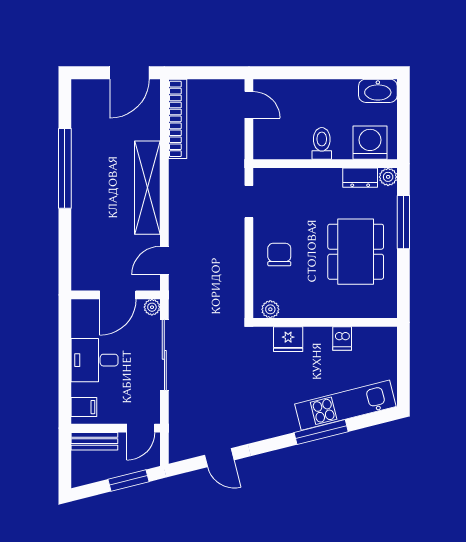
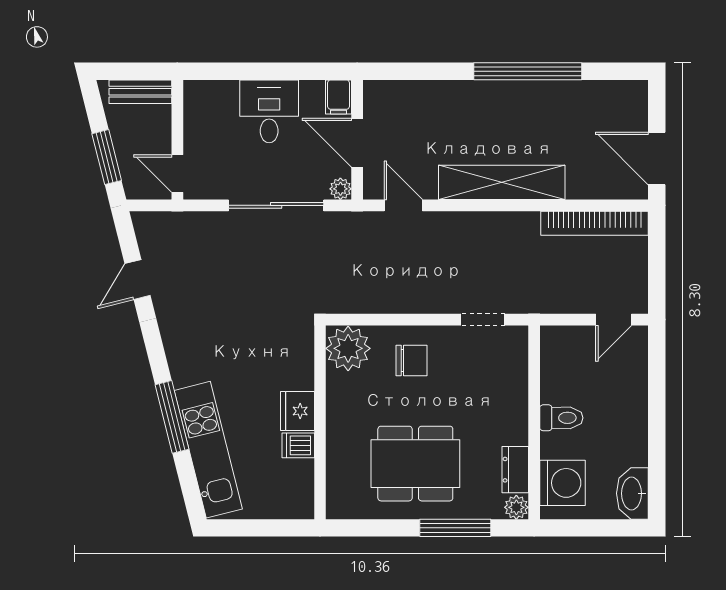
plant: (270, 309) -> (348, 348), width x1.87, depth x1.87
fridge: (288, 339) -> (297, 411), moved
filing cabinet: (84, 407) -> (339, 97), moved
bench: (94, 441) -> (140, 92), moved, turned 90

